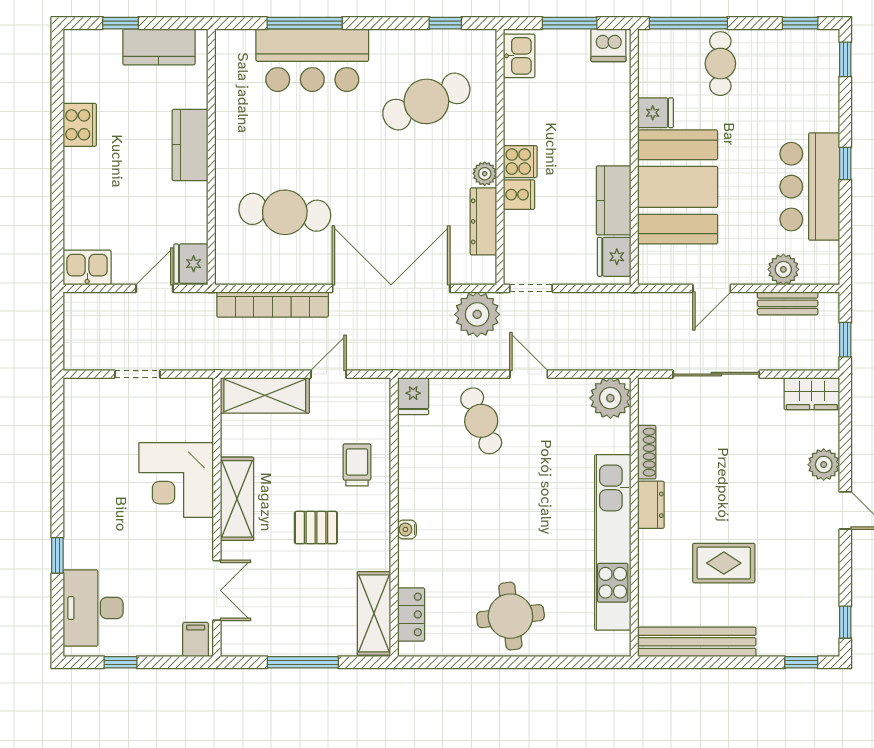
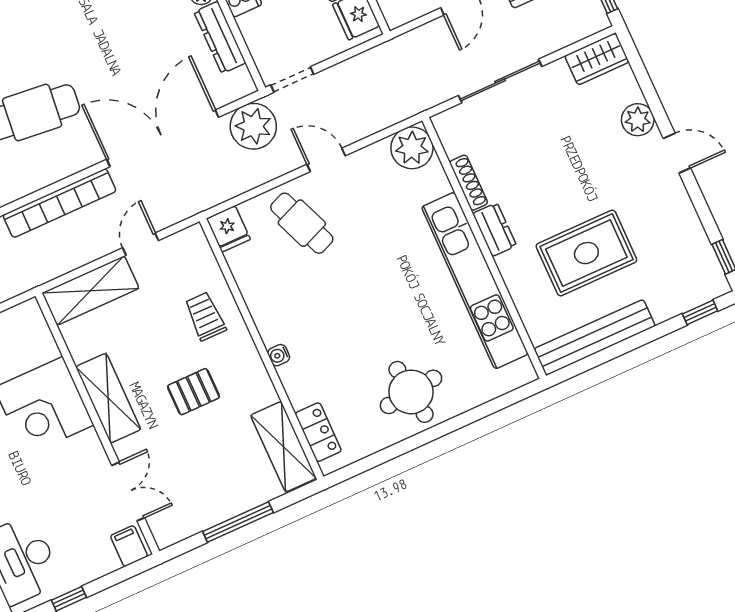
rug: (724, 563) -> (586, 253), width x1.36, depth x1.43

